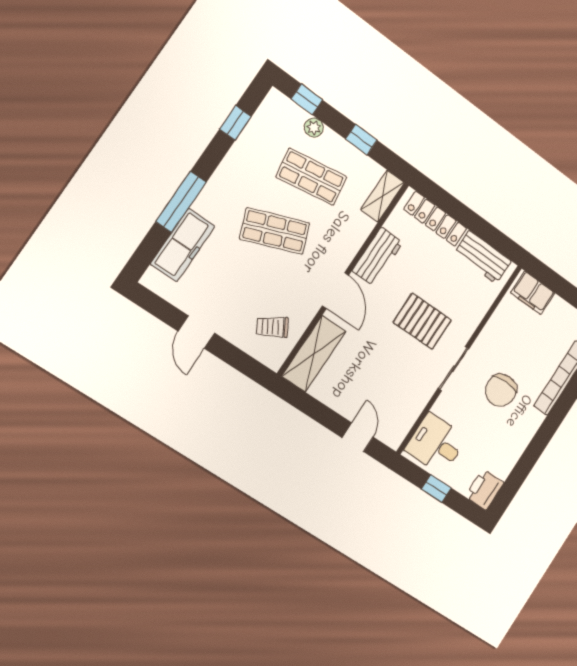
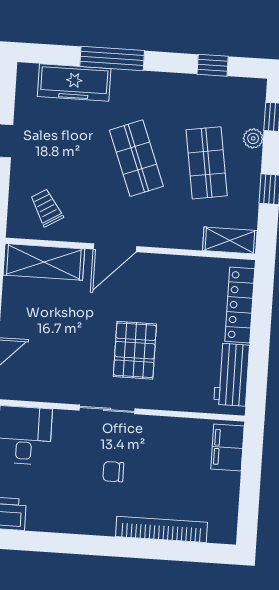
workbench: (378, 257) -> (170, 270), removed
chair: (501, 390) -> (113, 472), width x0.54, depth x0.54

